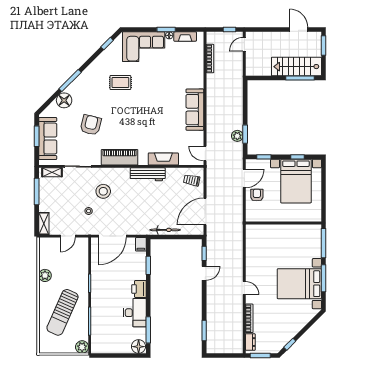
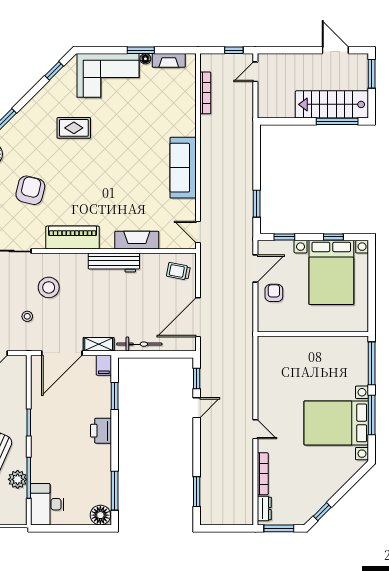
plant: (237, 136) -> (245, 206), removed
shelving: (137, 230) -> (99, 344), added
desk: (135, 313) -> (47, 504), moved, turned 180
plant: (82, 347) -> (18, 479), moved

